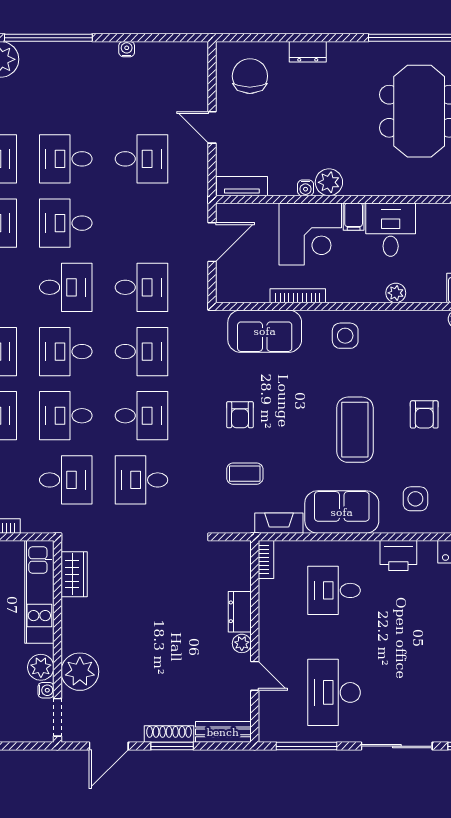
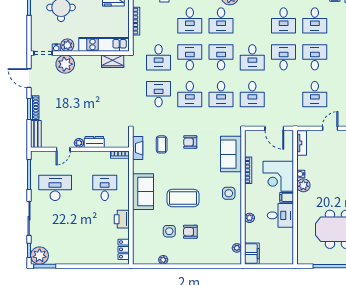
side table: (415, 499) -> (169, 231), moved
fireplace: (279, 523) -> (138, 148), moved

